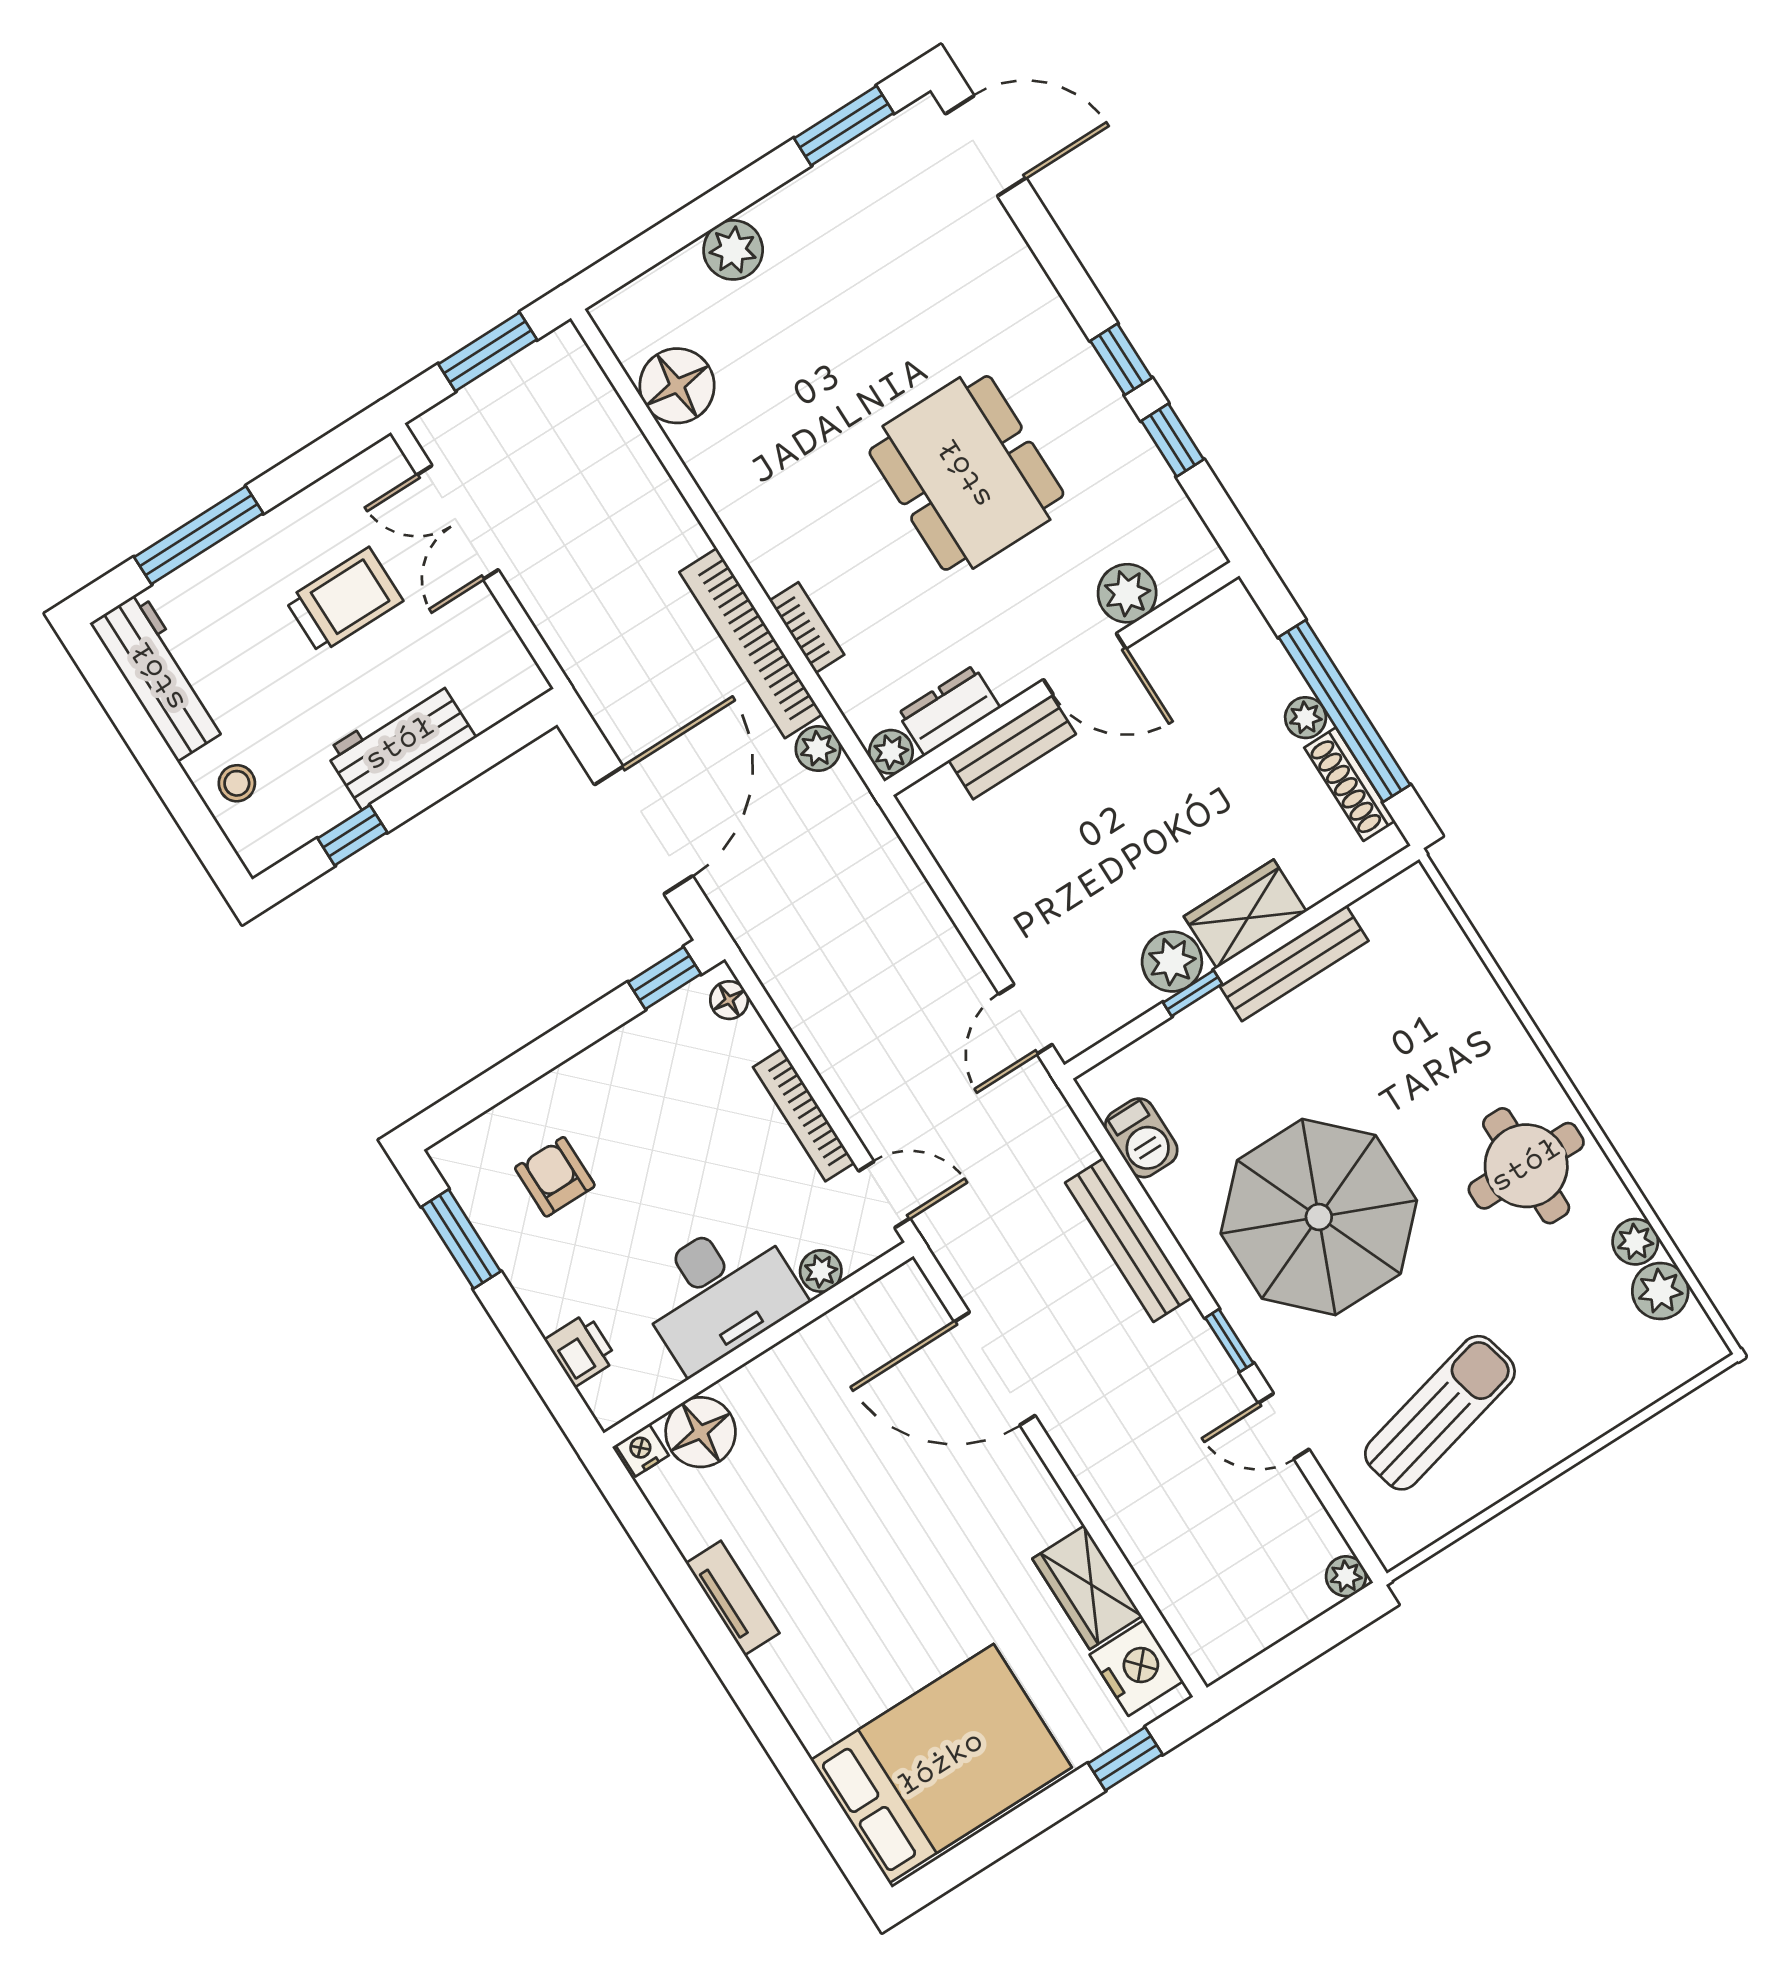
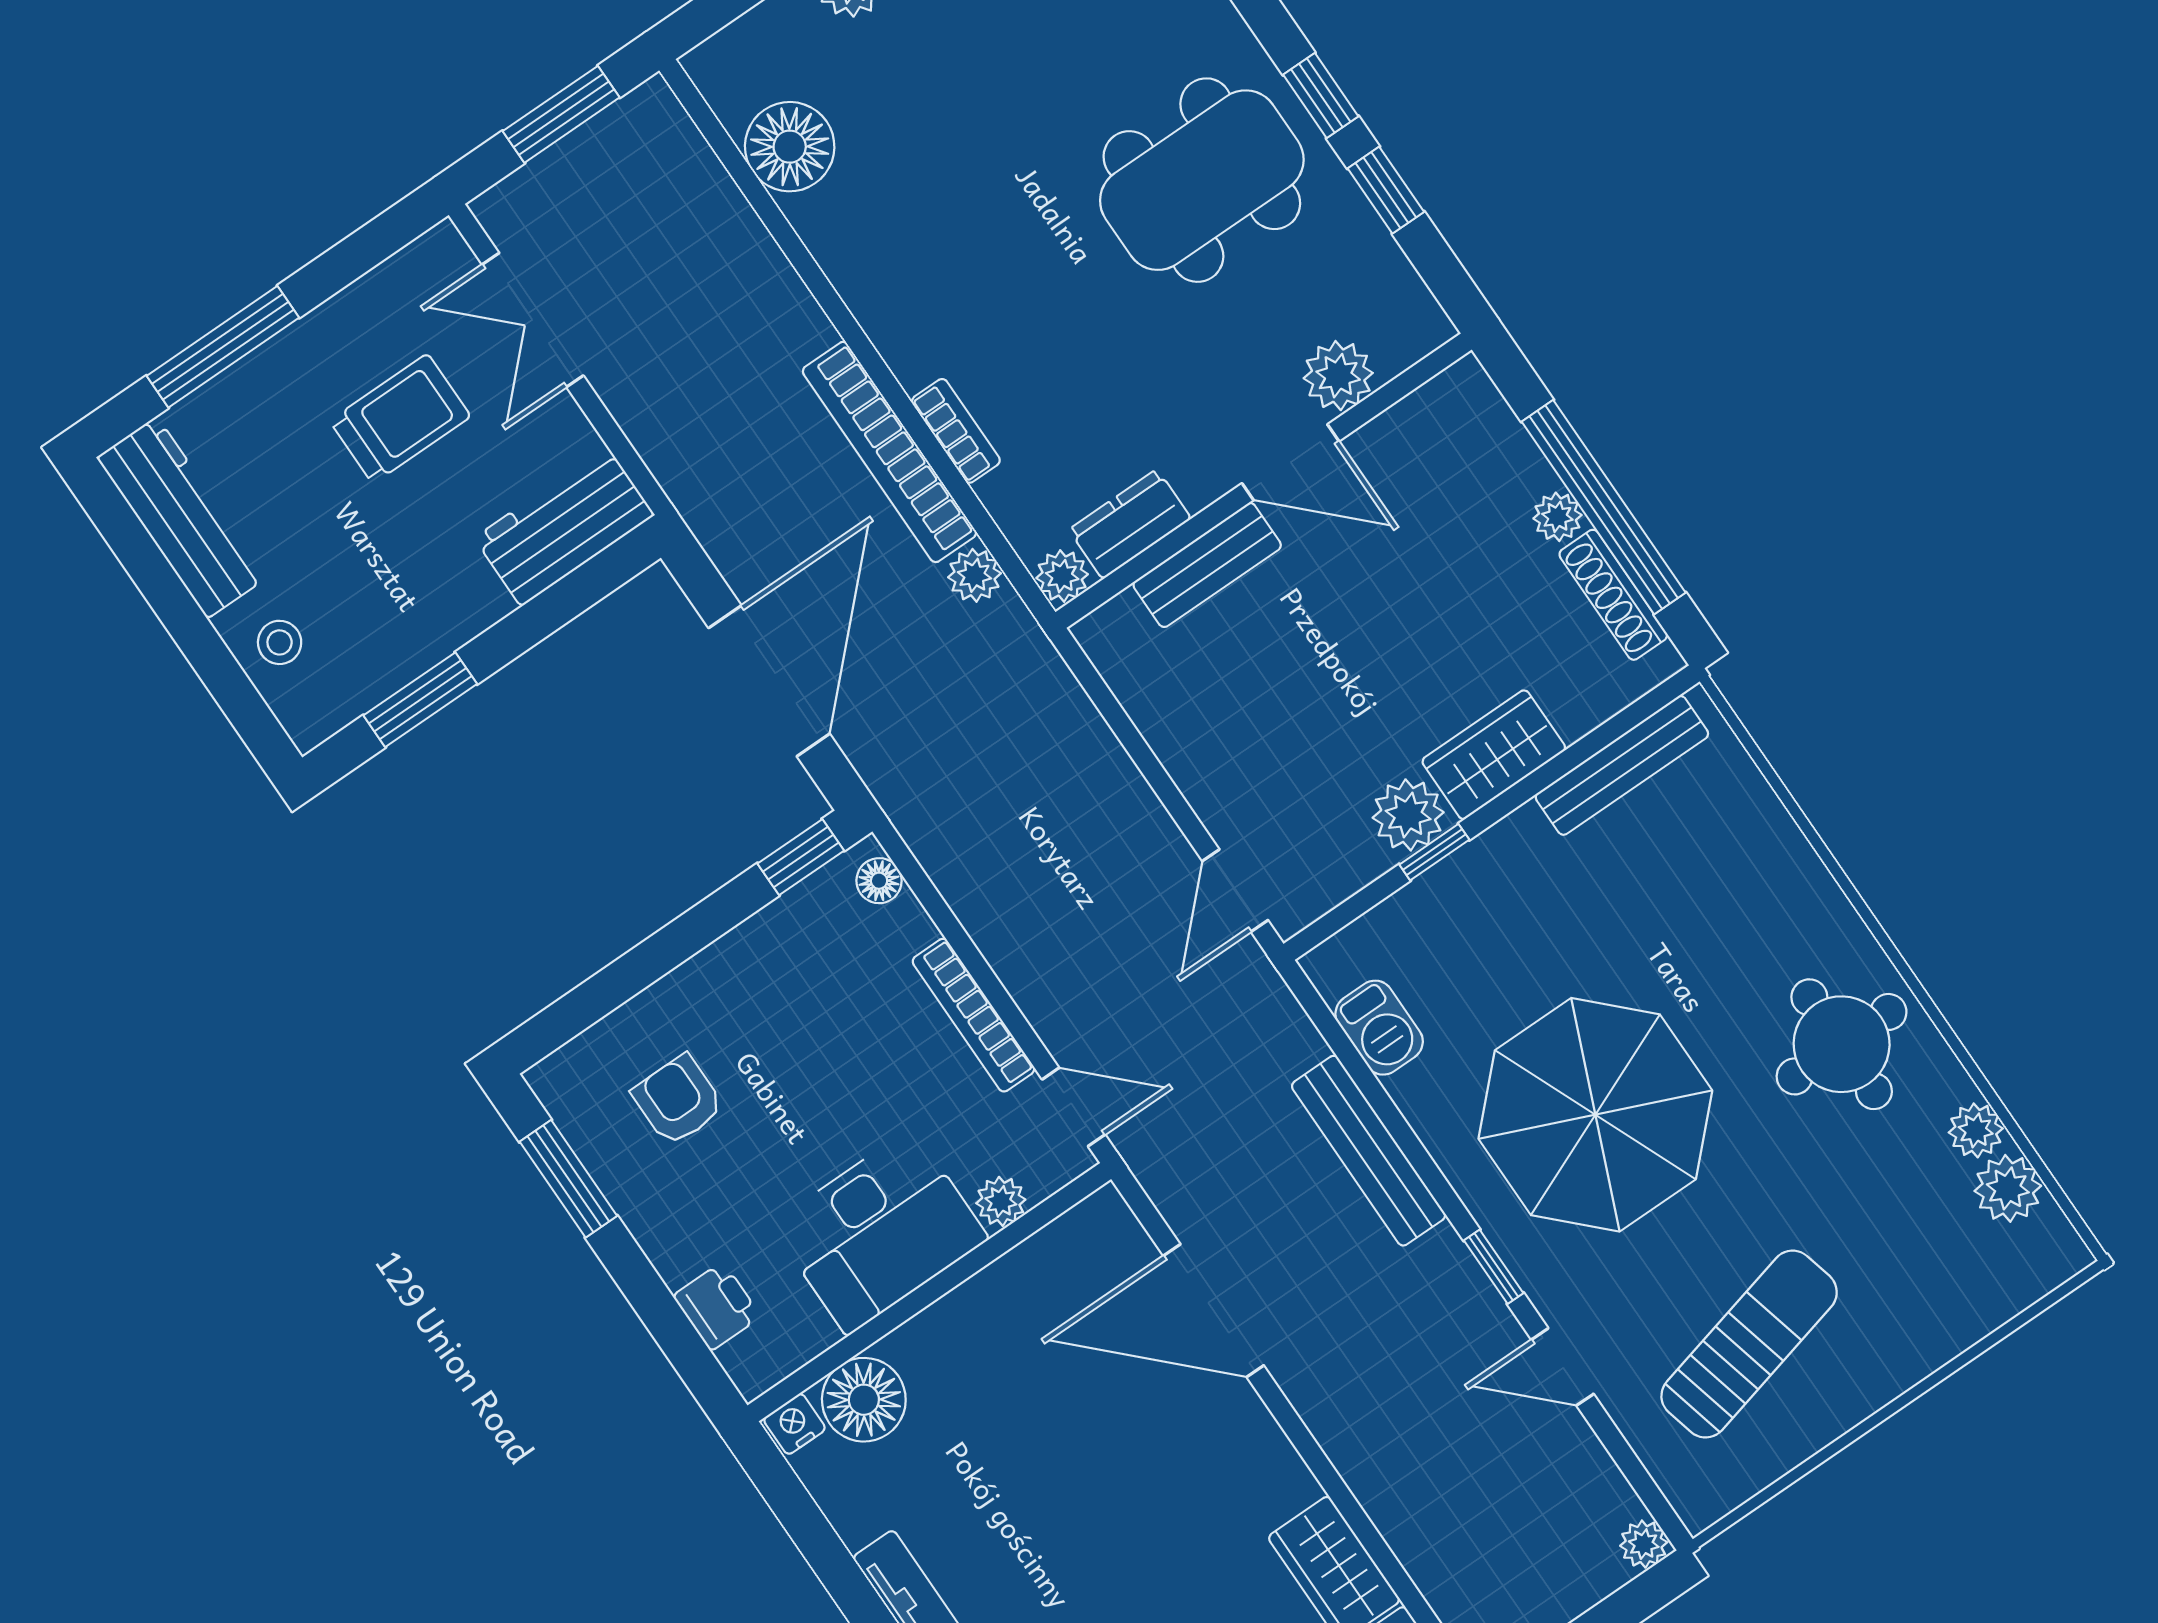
dining table: (966, 473) -> (1202, 180), moved, turned 90
workbench: (400, 744) -> (564, 526), moved
window: (352, 835) -> (420, 700), width x1.50
bench: (1294, 963) -> (1622, 765), moved

